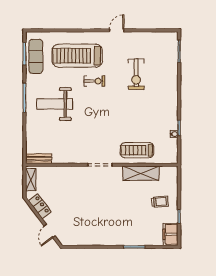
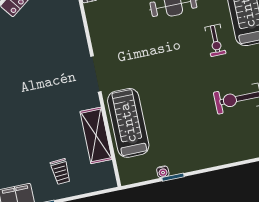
treadmill: (137, 150) -> (128, 123), width x1.37, depth x1.38

